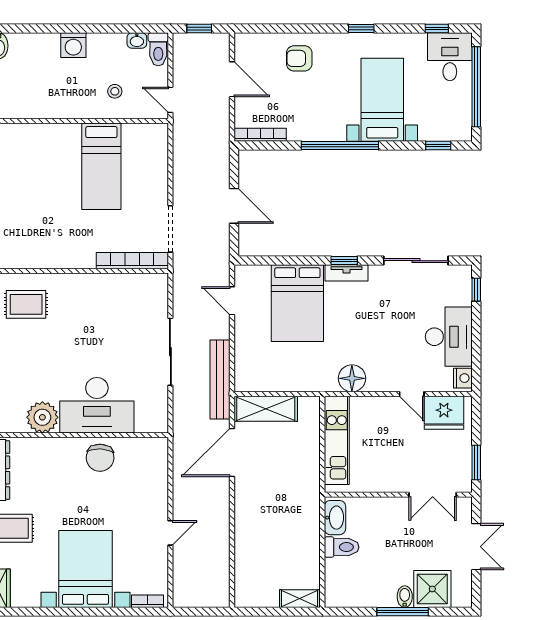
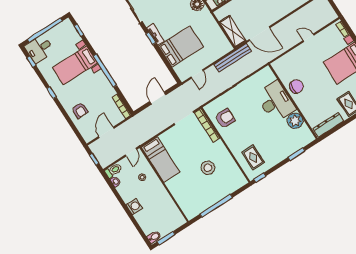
bed: (101, 166) -> (160, 160), moved, turned 90
stool: (58, 215) -> (208, 168), added
armchair: (124, 299) -> (225, 118), added

